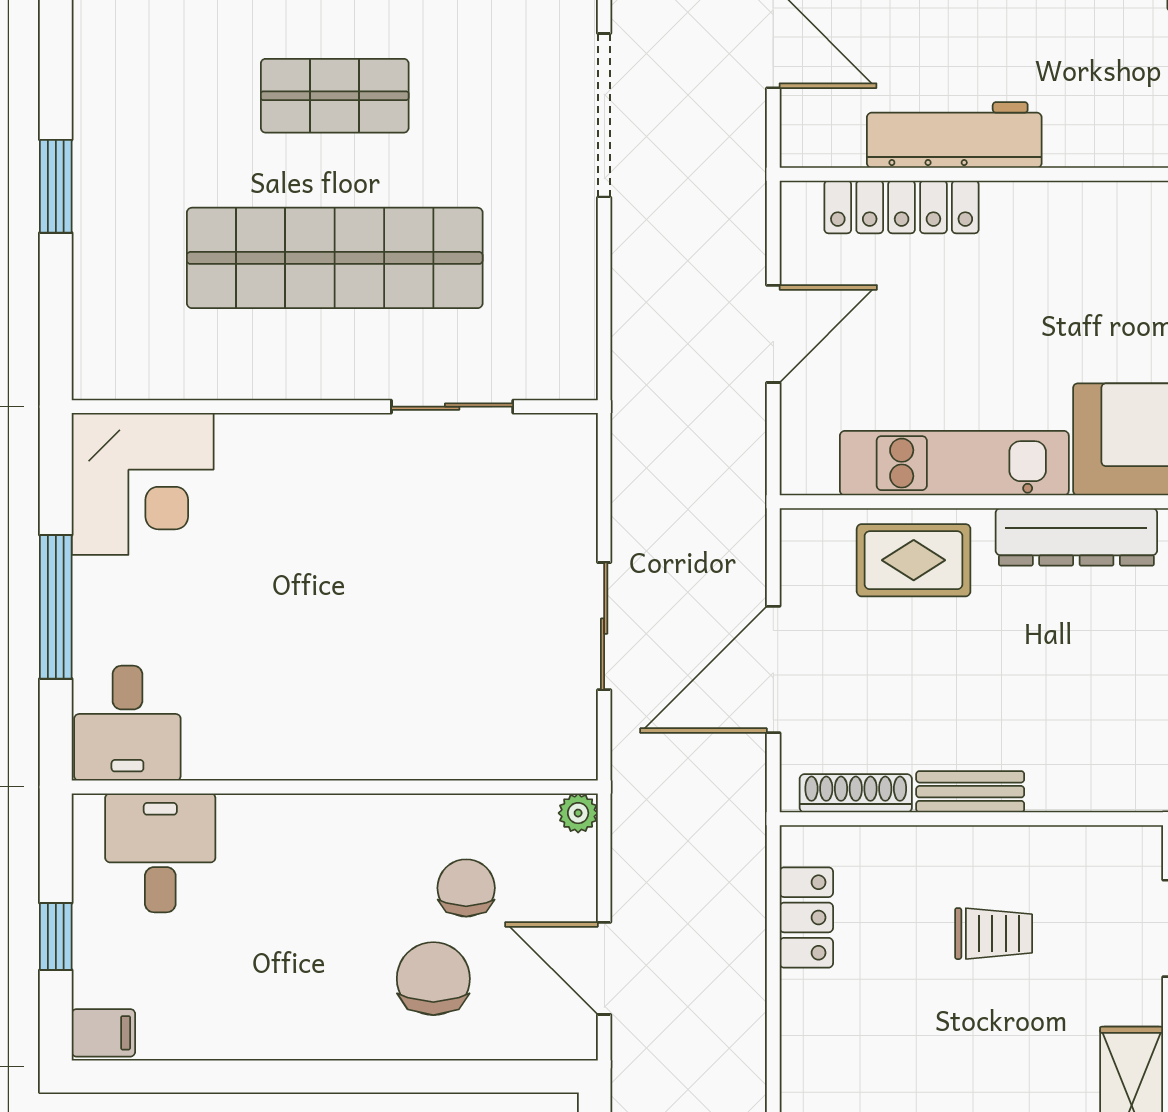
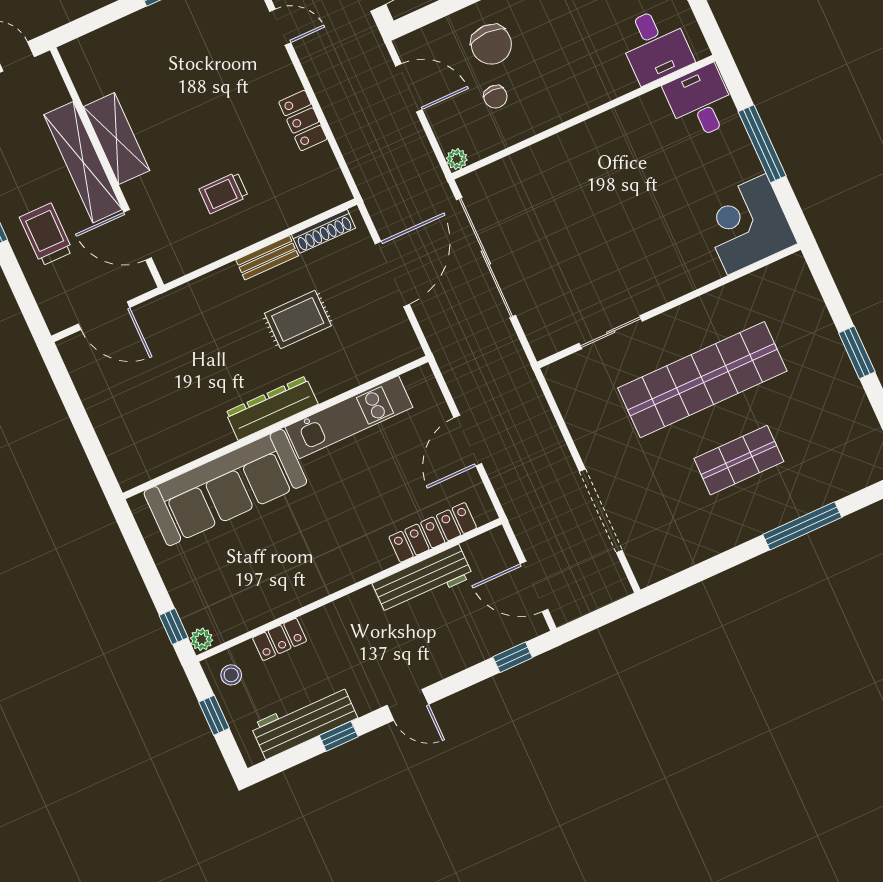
rug: (914, 560) -> (298, 319), moved
sliding door: (604, 626) -> (486, 258), width x1.86
chair: (466, 888) -> (495, 97), width x0.73, depth x0.73
locker: (806, 917) -> (303, 120), moved

